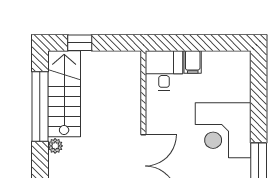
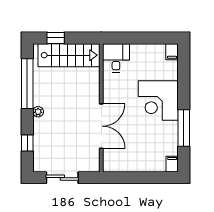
filing cabinet: (193, 62) -> (172, 52), moved
stairs: (64, 94) -> (69, 55), moved, turned 90

